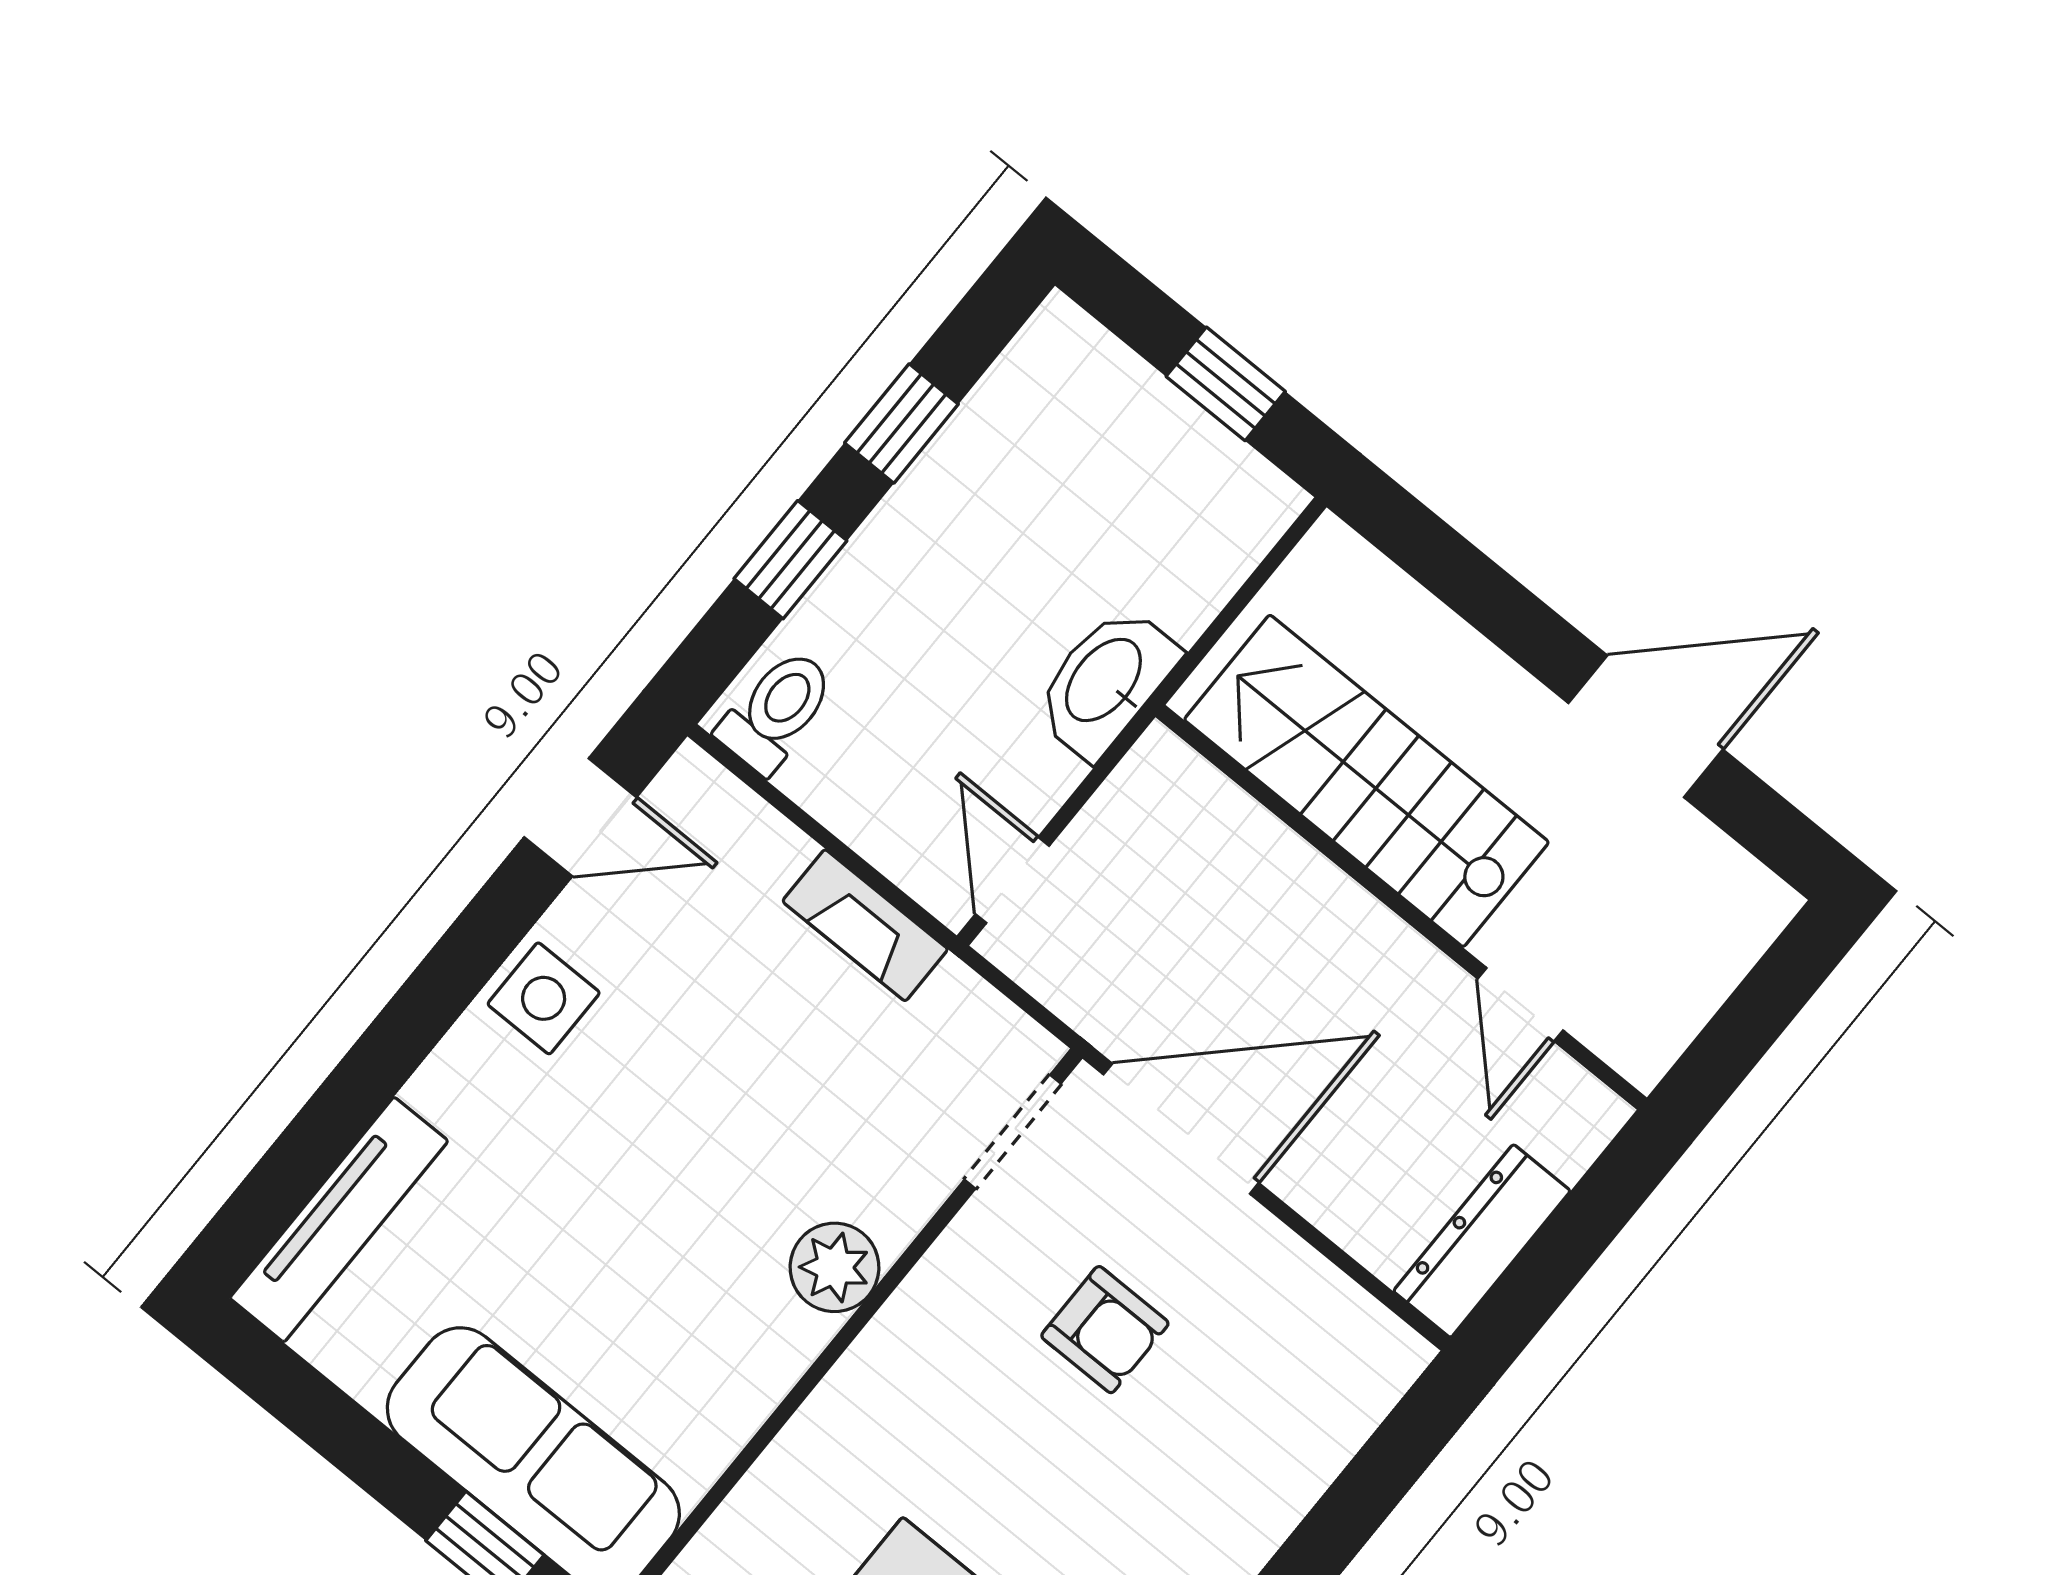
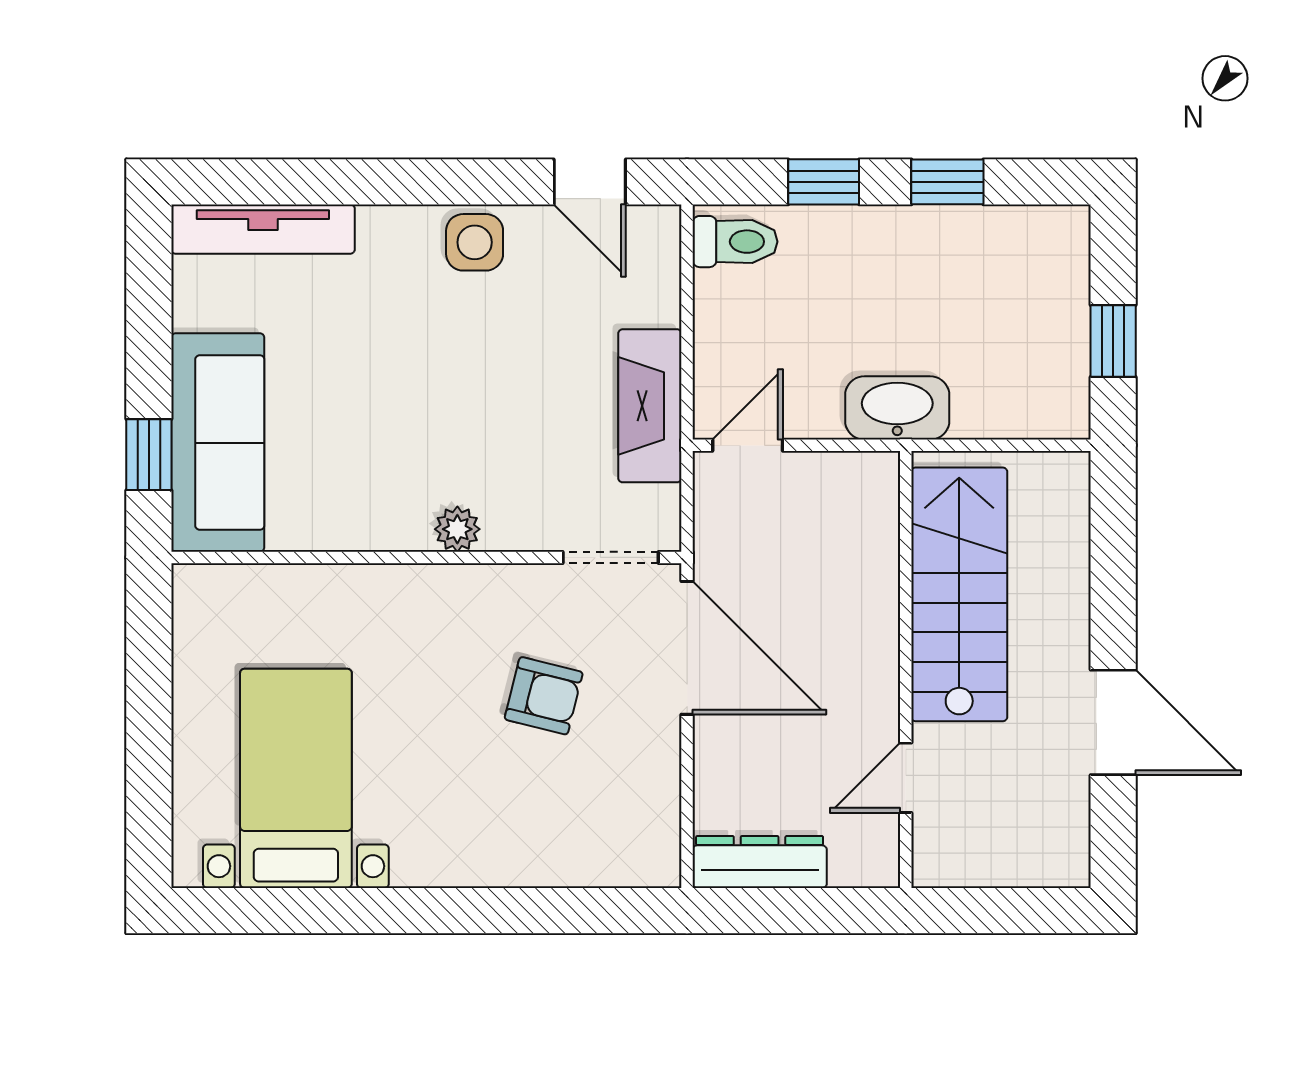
fireplace: (865, 925) -> (650, 406), width x1.37, depth x1.32
plant: (834, 1267) -> (457, 529), width x0.73, depth x0.73
armchair: (1105, 1330) -> (544, 696), turned -76

